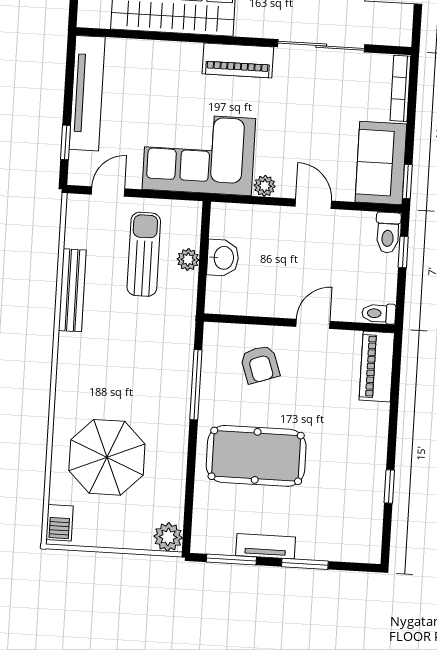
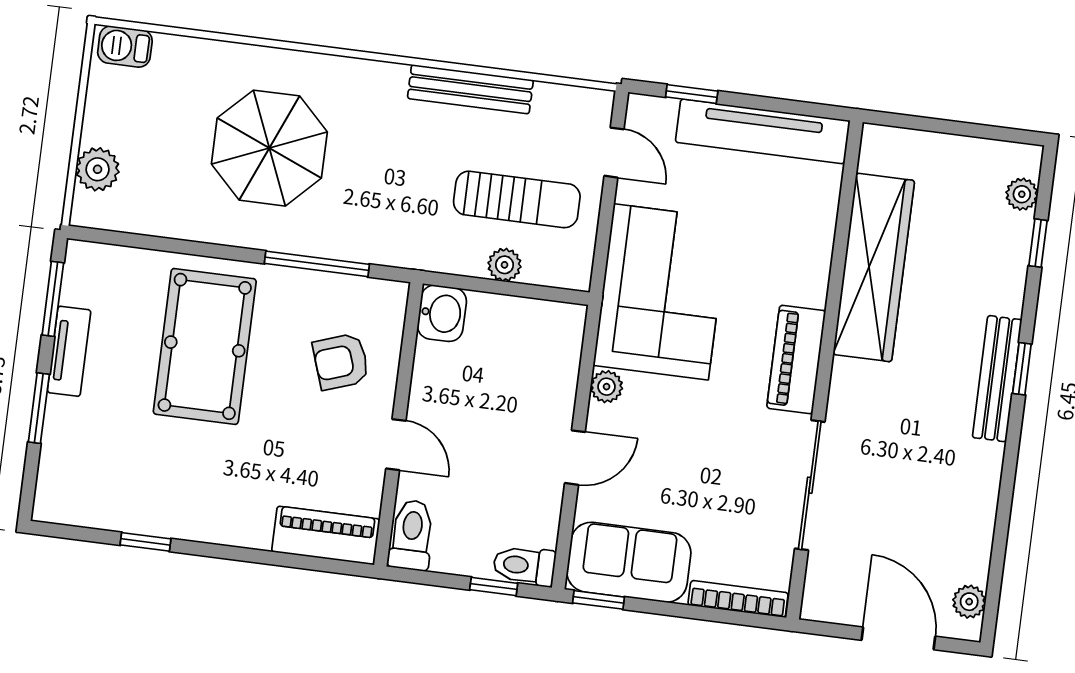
washbasin: (223, 258) -> (442, 313), moved, turned -90
toilet: (379, 313) -> (411, 535), width x1.37, depth x1.39
parasol: (107, 457) -> (269, 148), moved
plant: (168, 537) -> (98, 169), moved

